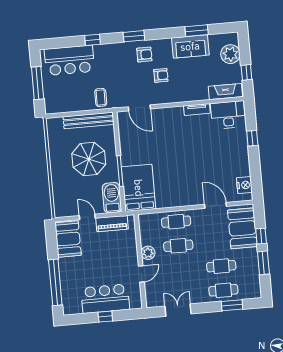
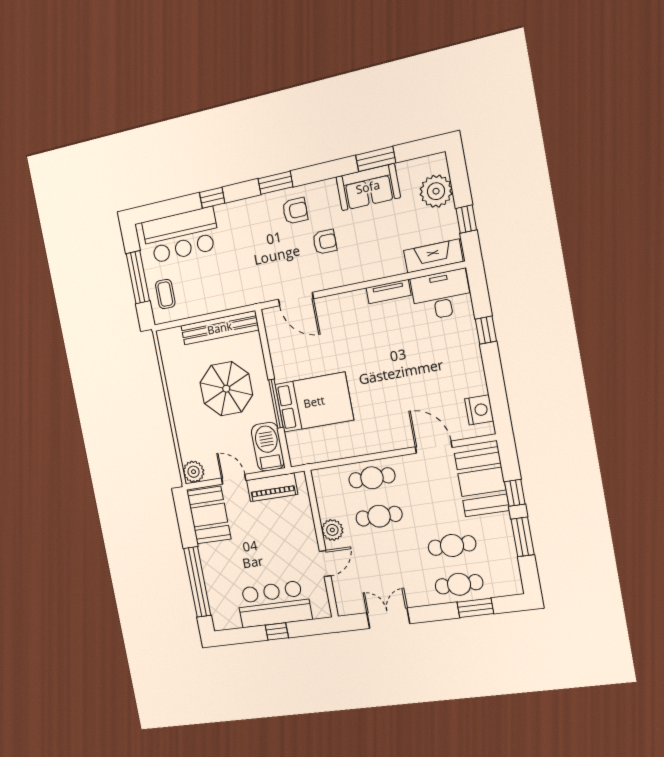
coffee table: (101, 97) -> (165, 294), moved
bed: (139, 188) -> (314, 402), moved, turned 90
plant: (61, 210) -> (194, 472), added

